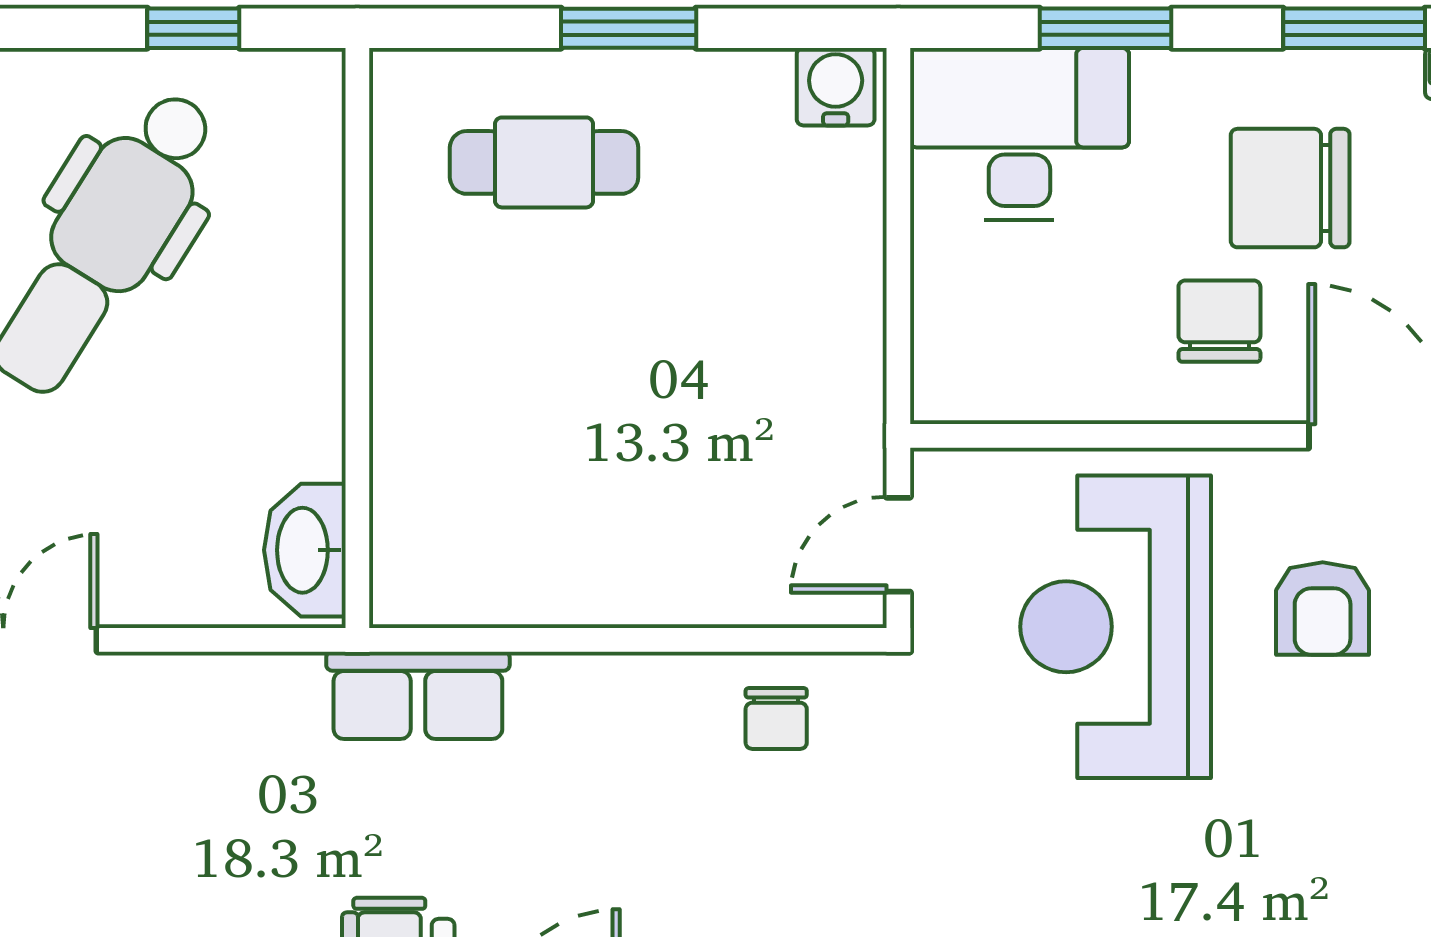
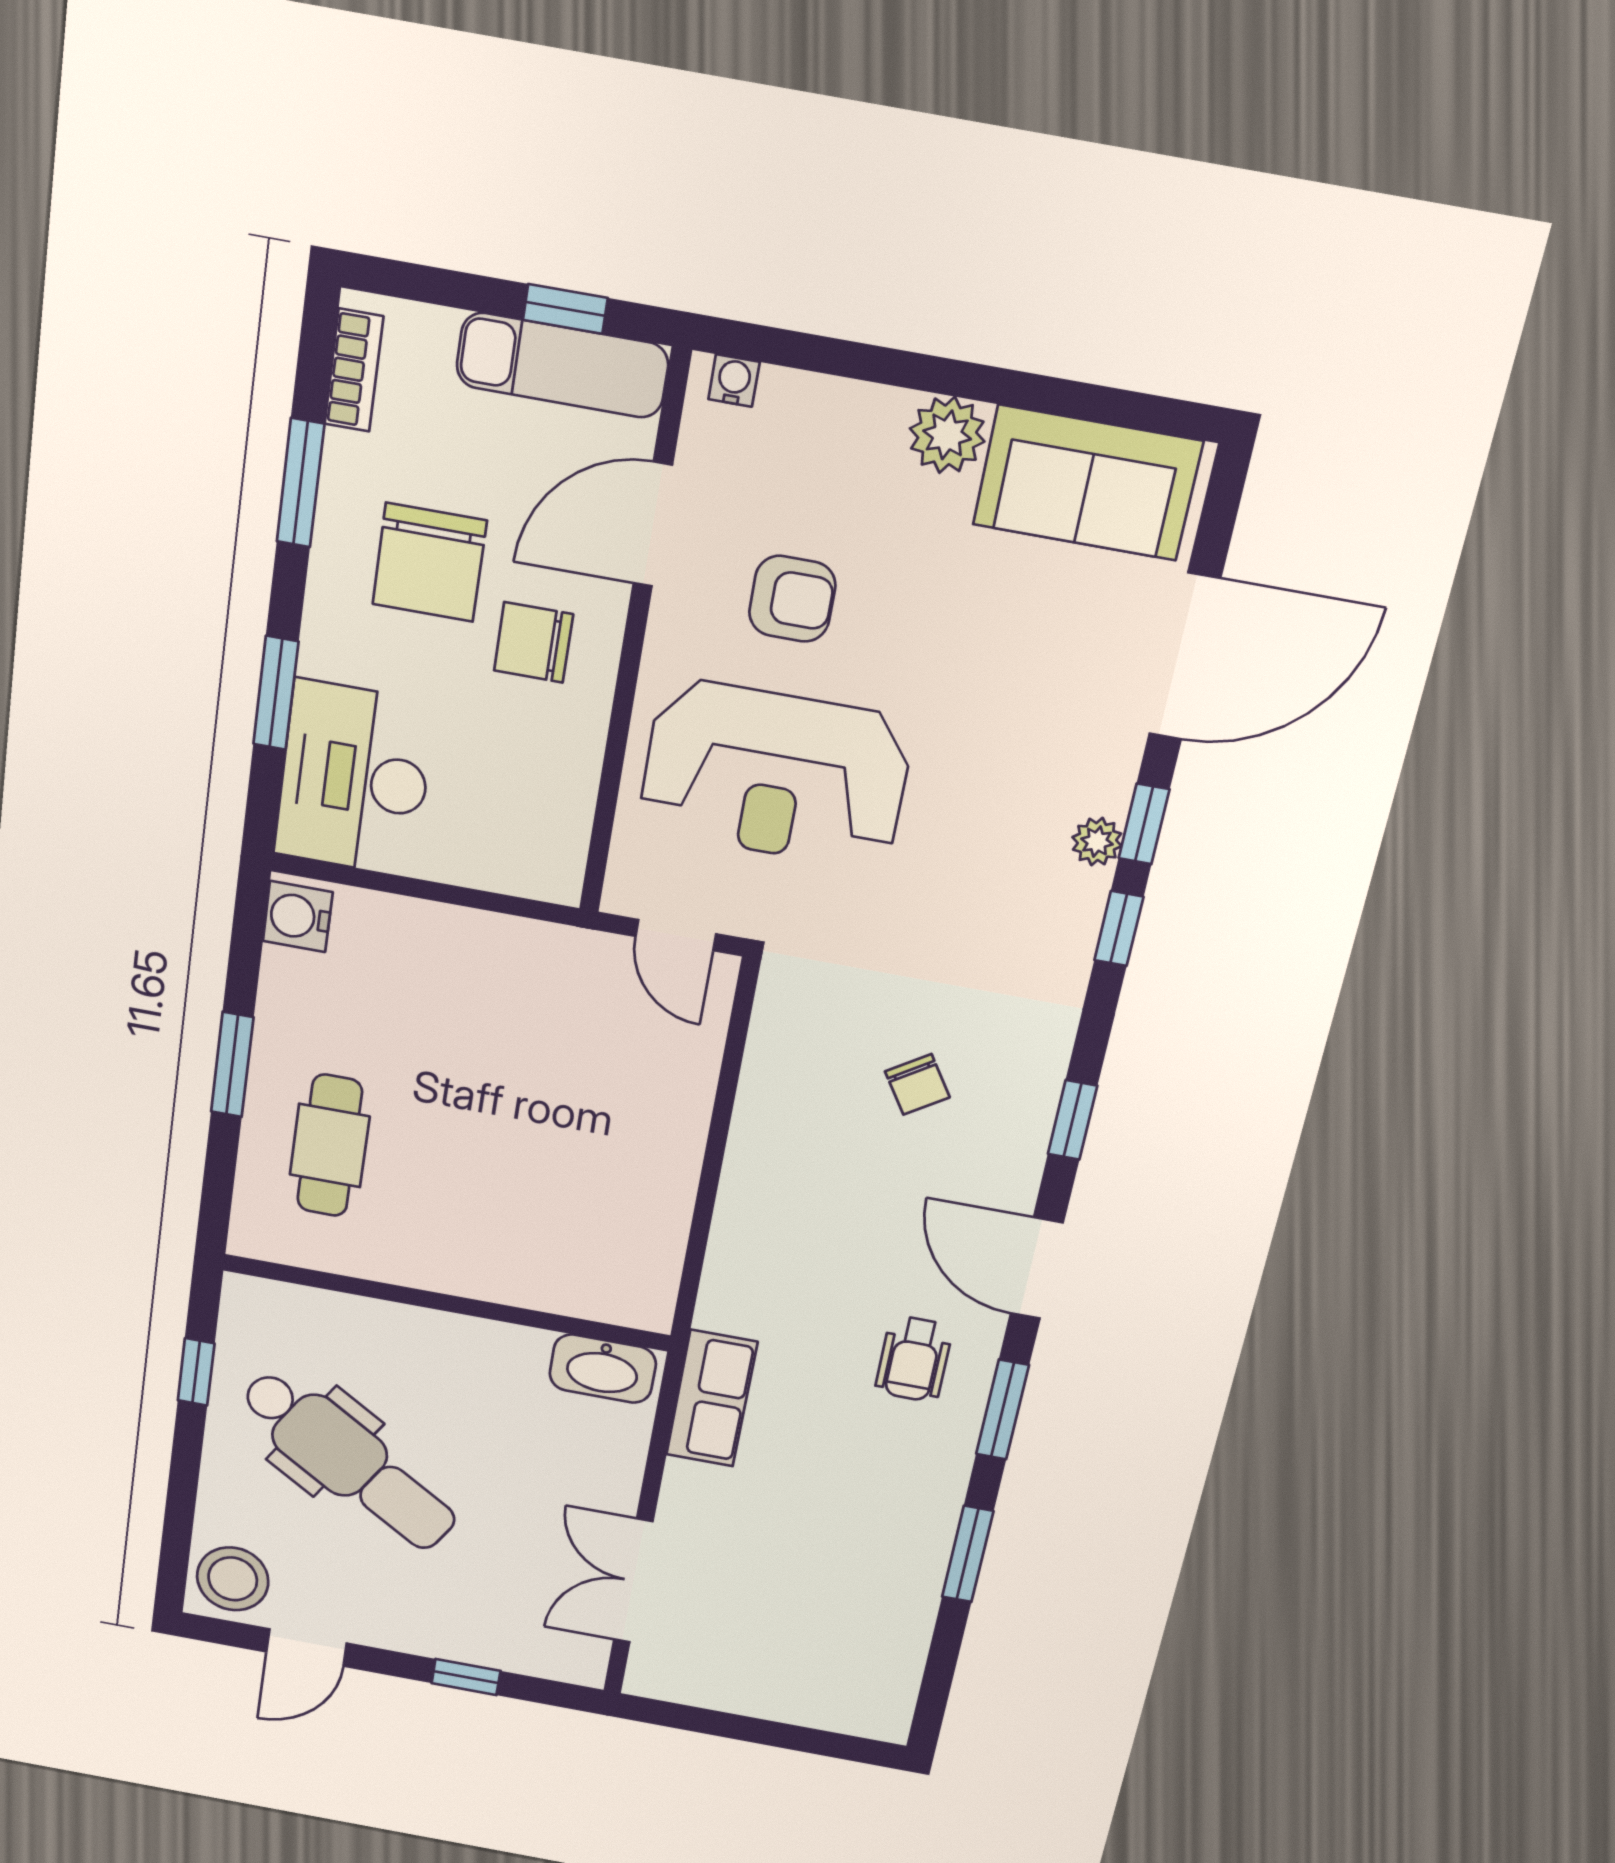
row of seats: (418, 695) -> (712, 1398), moved
chair: (776, 719) -> (917, 1084), moved, turned 57

